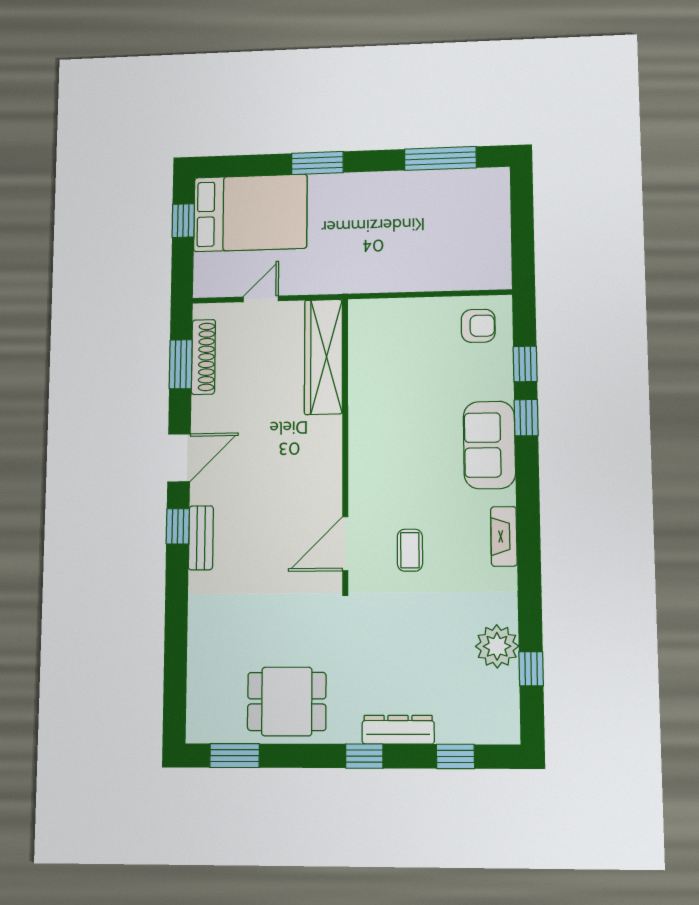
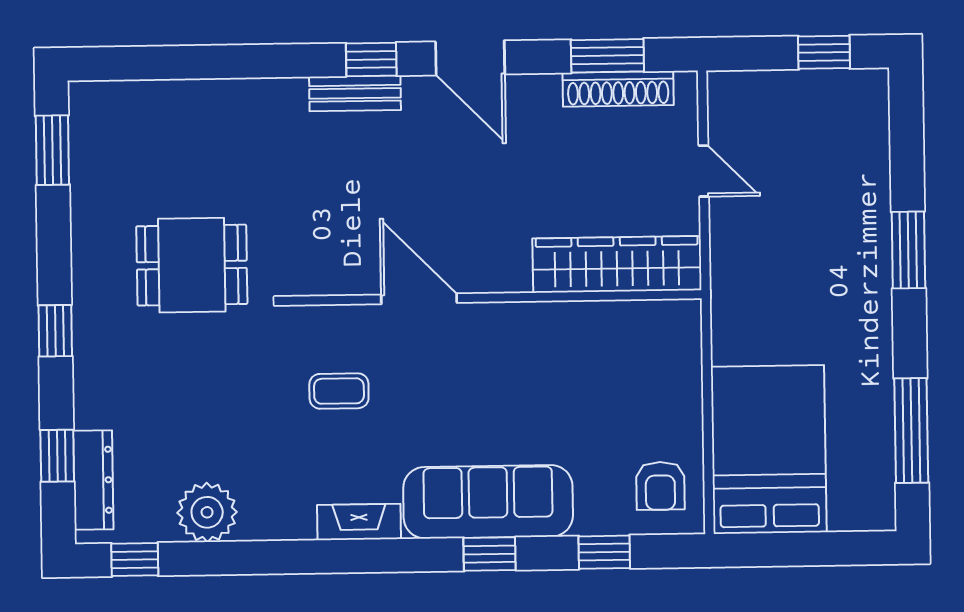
bed: (250, 213) -> (769, 450), moved, turned 180
window: (526, 418) -> (490, 554), moved
sofa: (489, 445) -> (488, 502), width x1.36
door: (345, 544) -> (419, 299), moved
window: (531, 669) -> (135, 560), moved
dining table: (287, 701) -> (192, 265), moved, turned 90
dresser: (398, 730) -> (93, 480), moved

